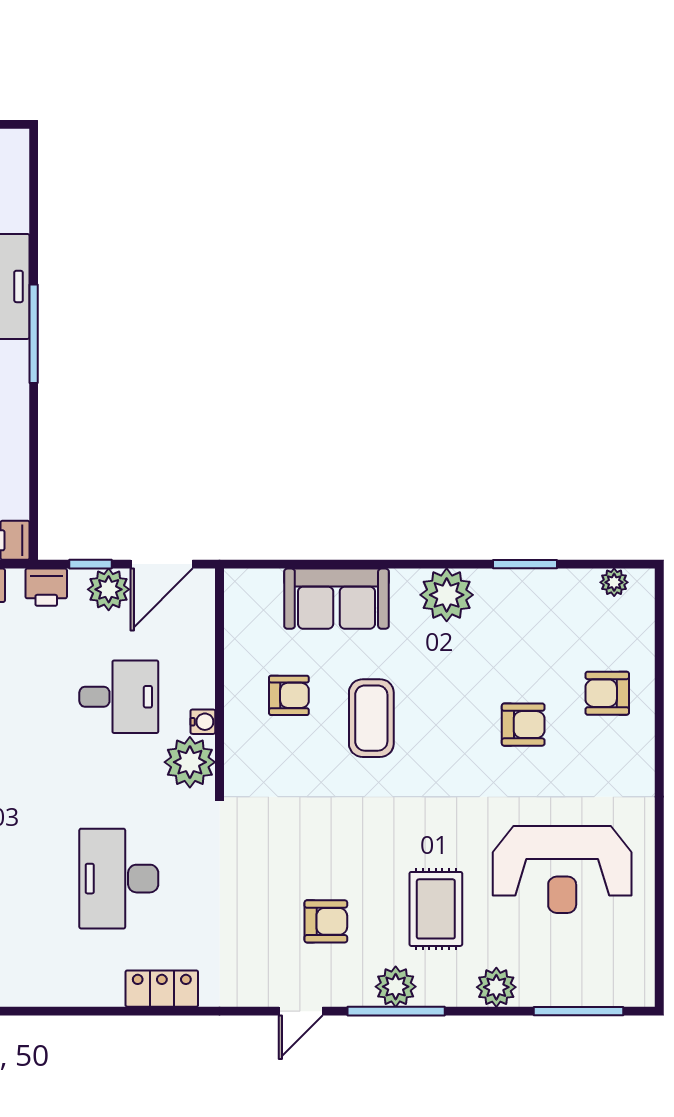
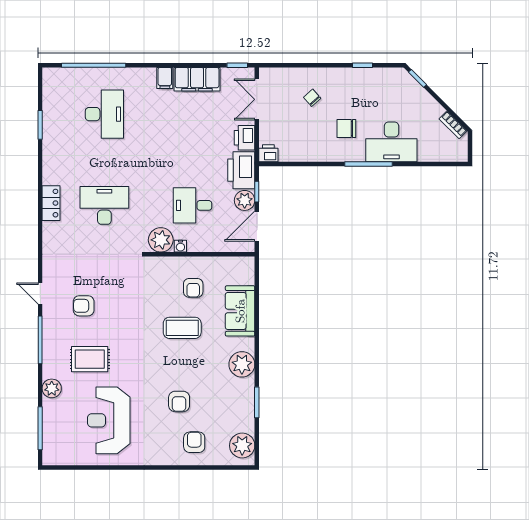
door: (162, 564) -> (257, 226), hinge flipped
plant: (614, 582) -> (242, 446), width x1.88, depth x1.88
printer: (46, 587) -> (241, 170), width x1.87, depth x1.48
desk: (119, 697) -> (193, 205), turned 90
armchair: (326, 921) -> (84, 306), turned 90
plant: (396, 987) -> (52, 340), removed
locker: (162, 989) -> (51, 203), moved

